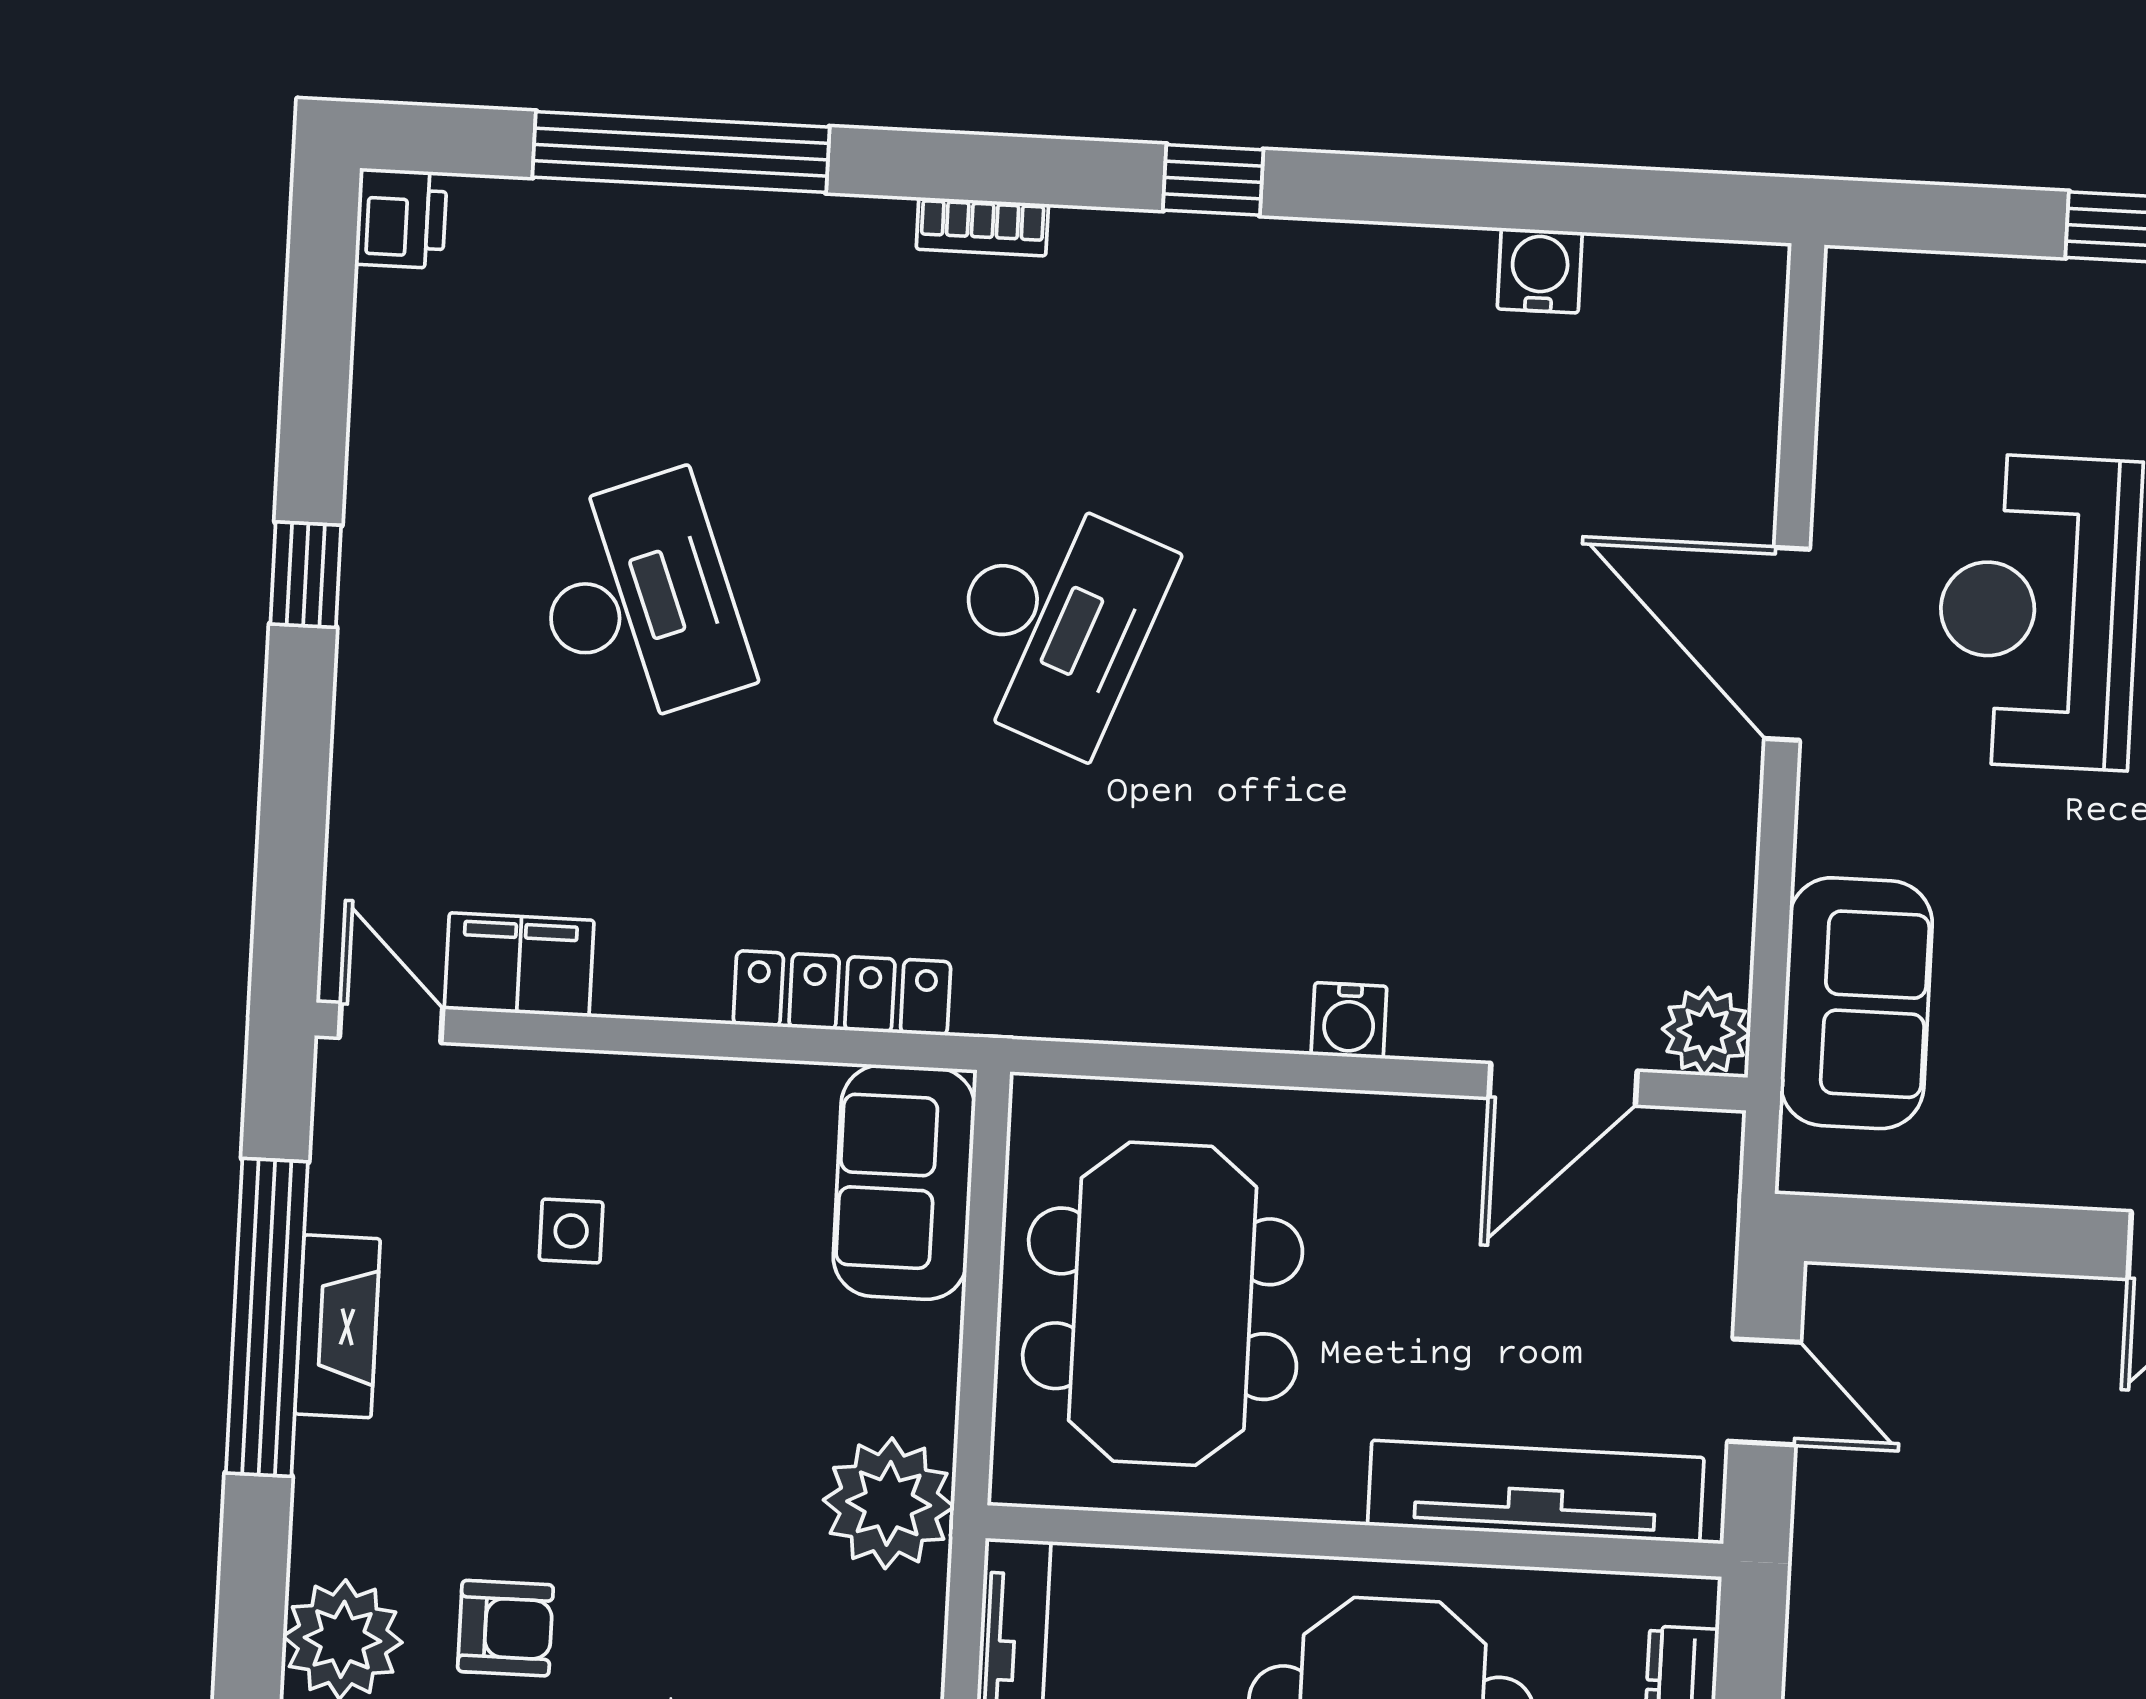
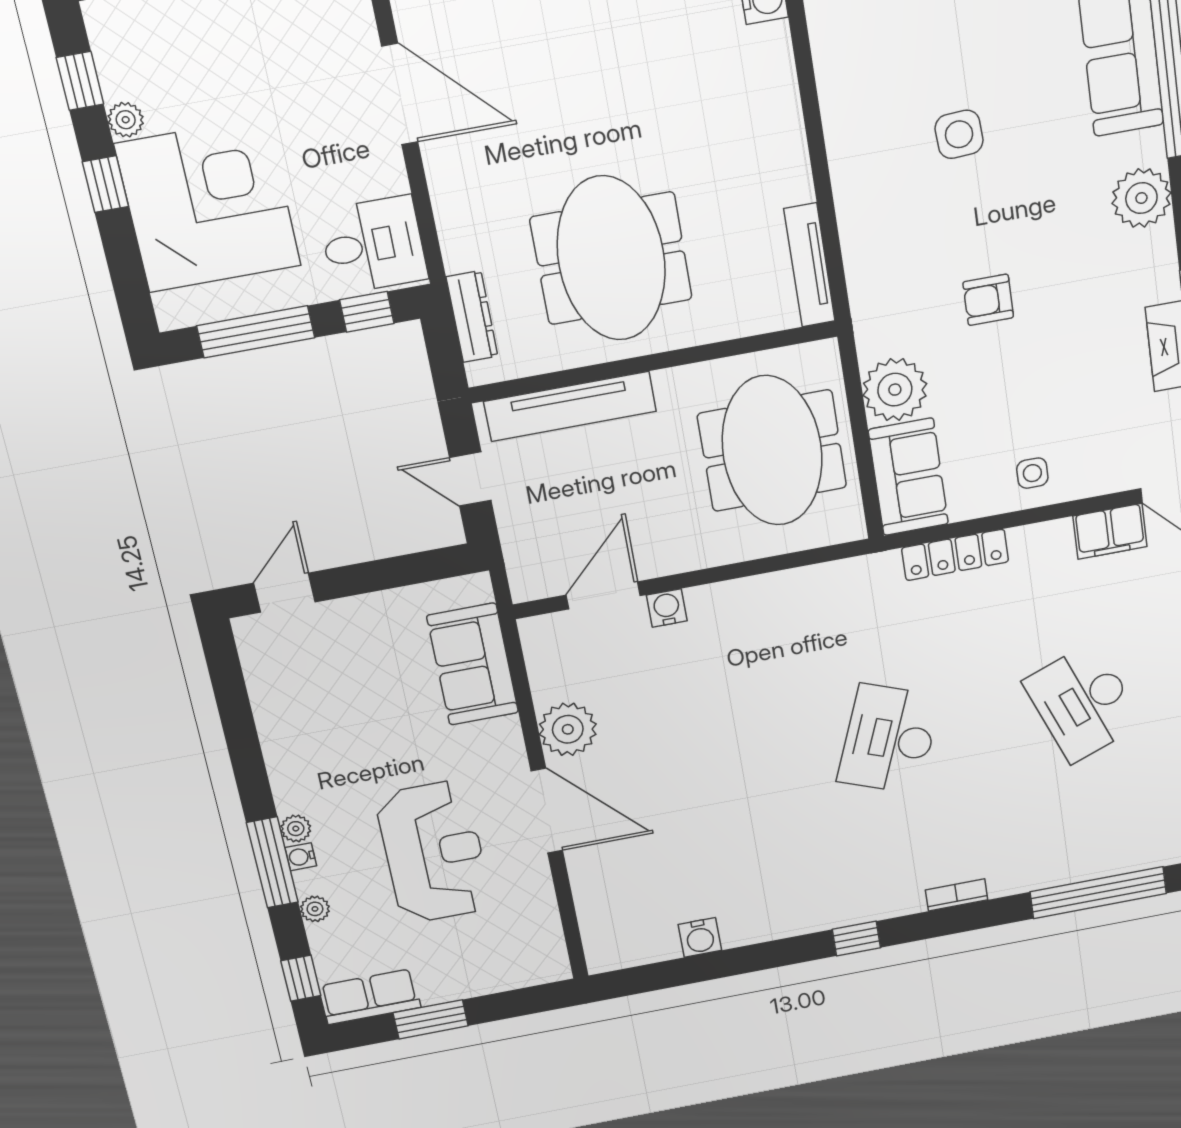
water cooler: (1349, 1021) -> (667, 608), moved
plant: (1706, 1031) -> (568, 729), moved, width x1.36, depth x1.36
side table: (571, 1231) -> (1032, 473), moved
plant: (889, 1503) -> (895, 390), moved
armchair: (505, 1628) -> (988, 300), moved

